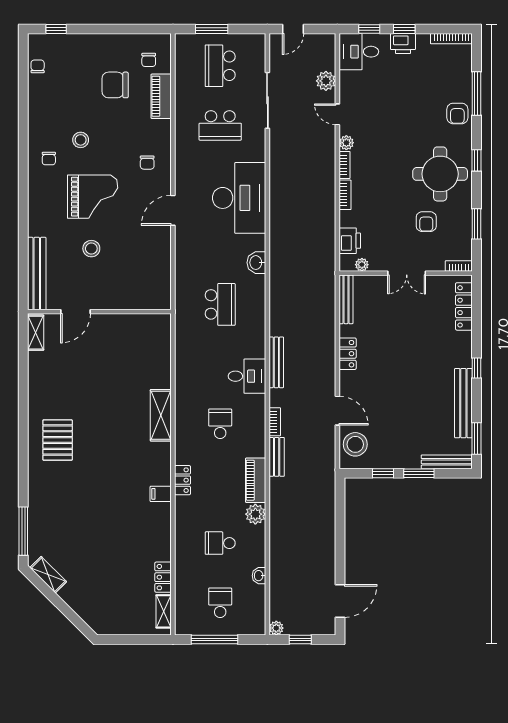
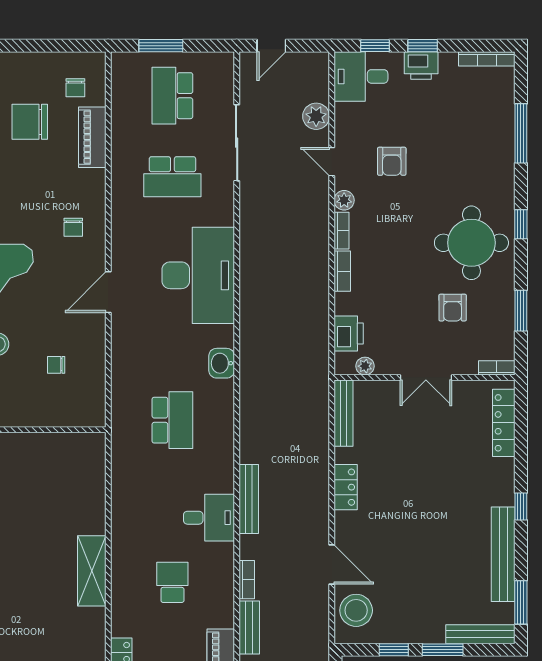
armchair: (457, 113) -> (392, 161), moved
chair: (135, 264) -> (56, 365), added

